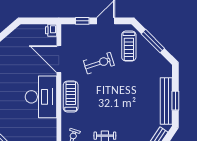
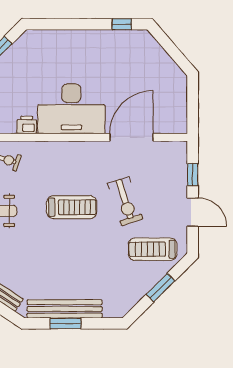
printer: (51, 30) -> (27, 125), moved
window: (153, 41) -> (161, 288), width x0.69
treadmill: (71, 97) -> (72, 207), moved

